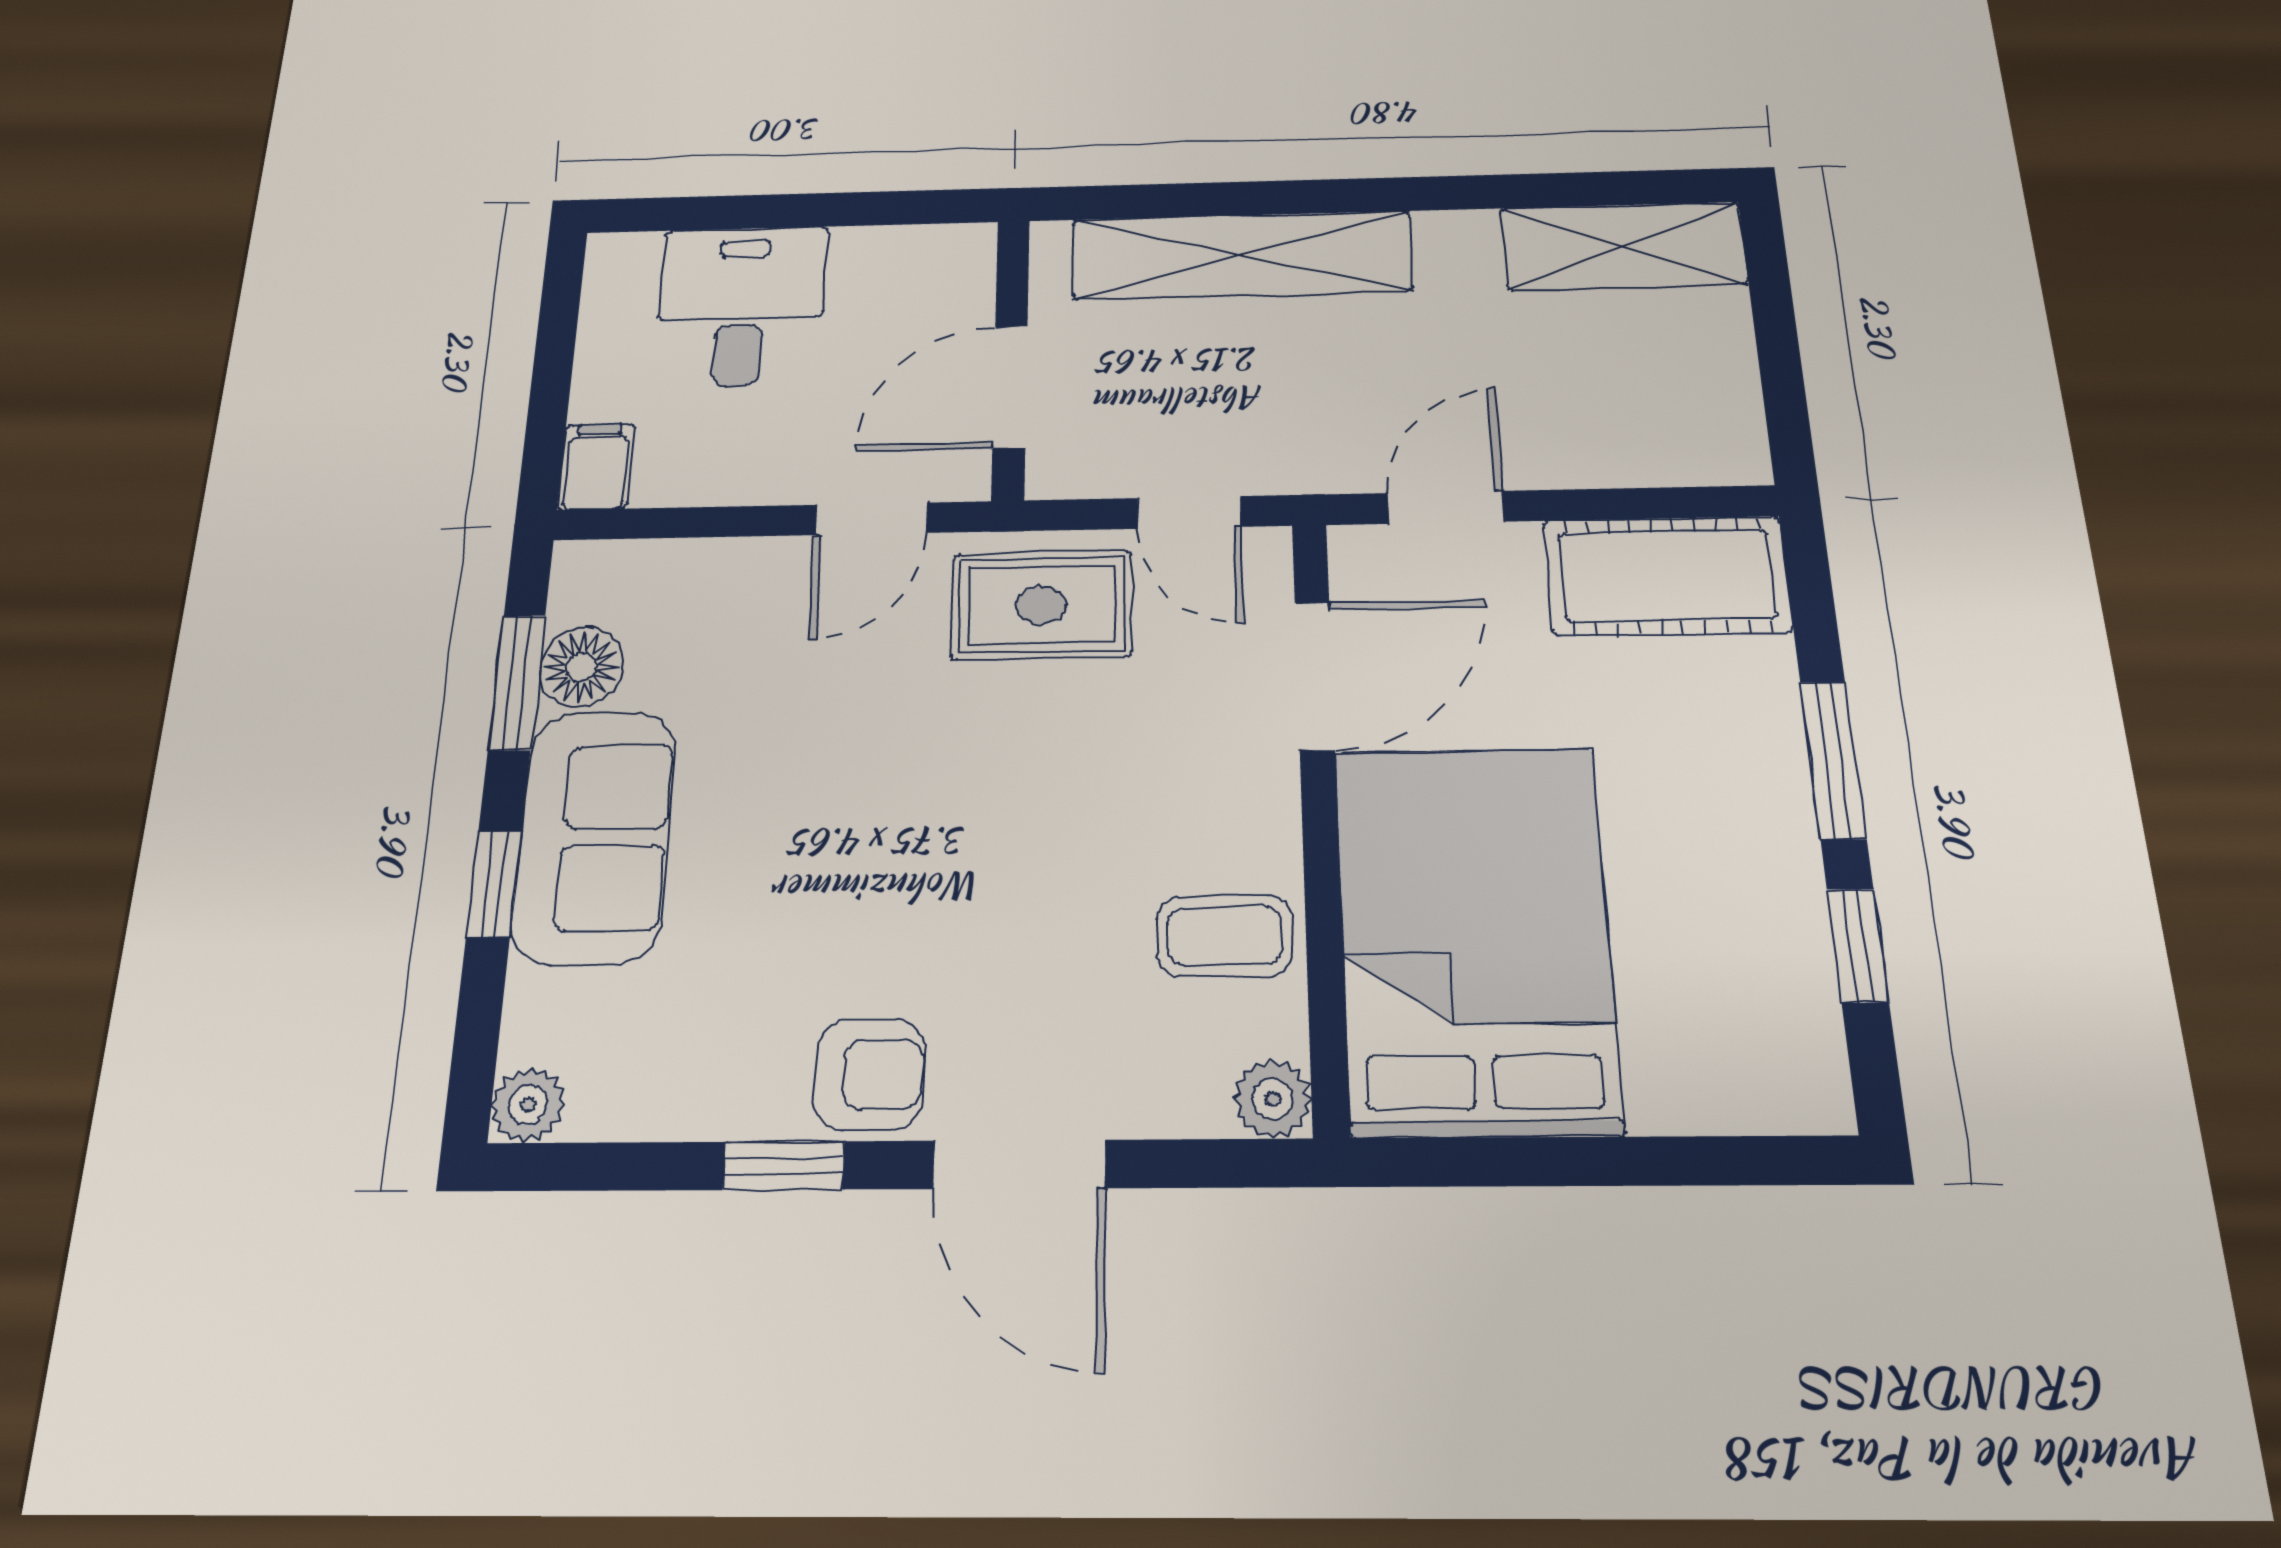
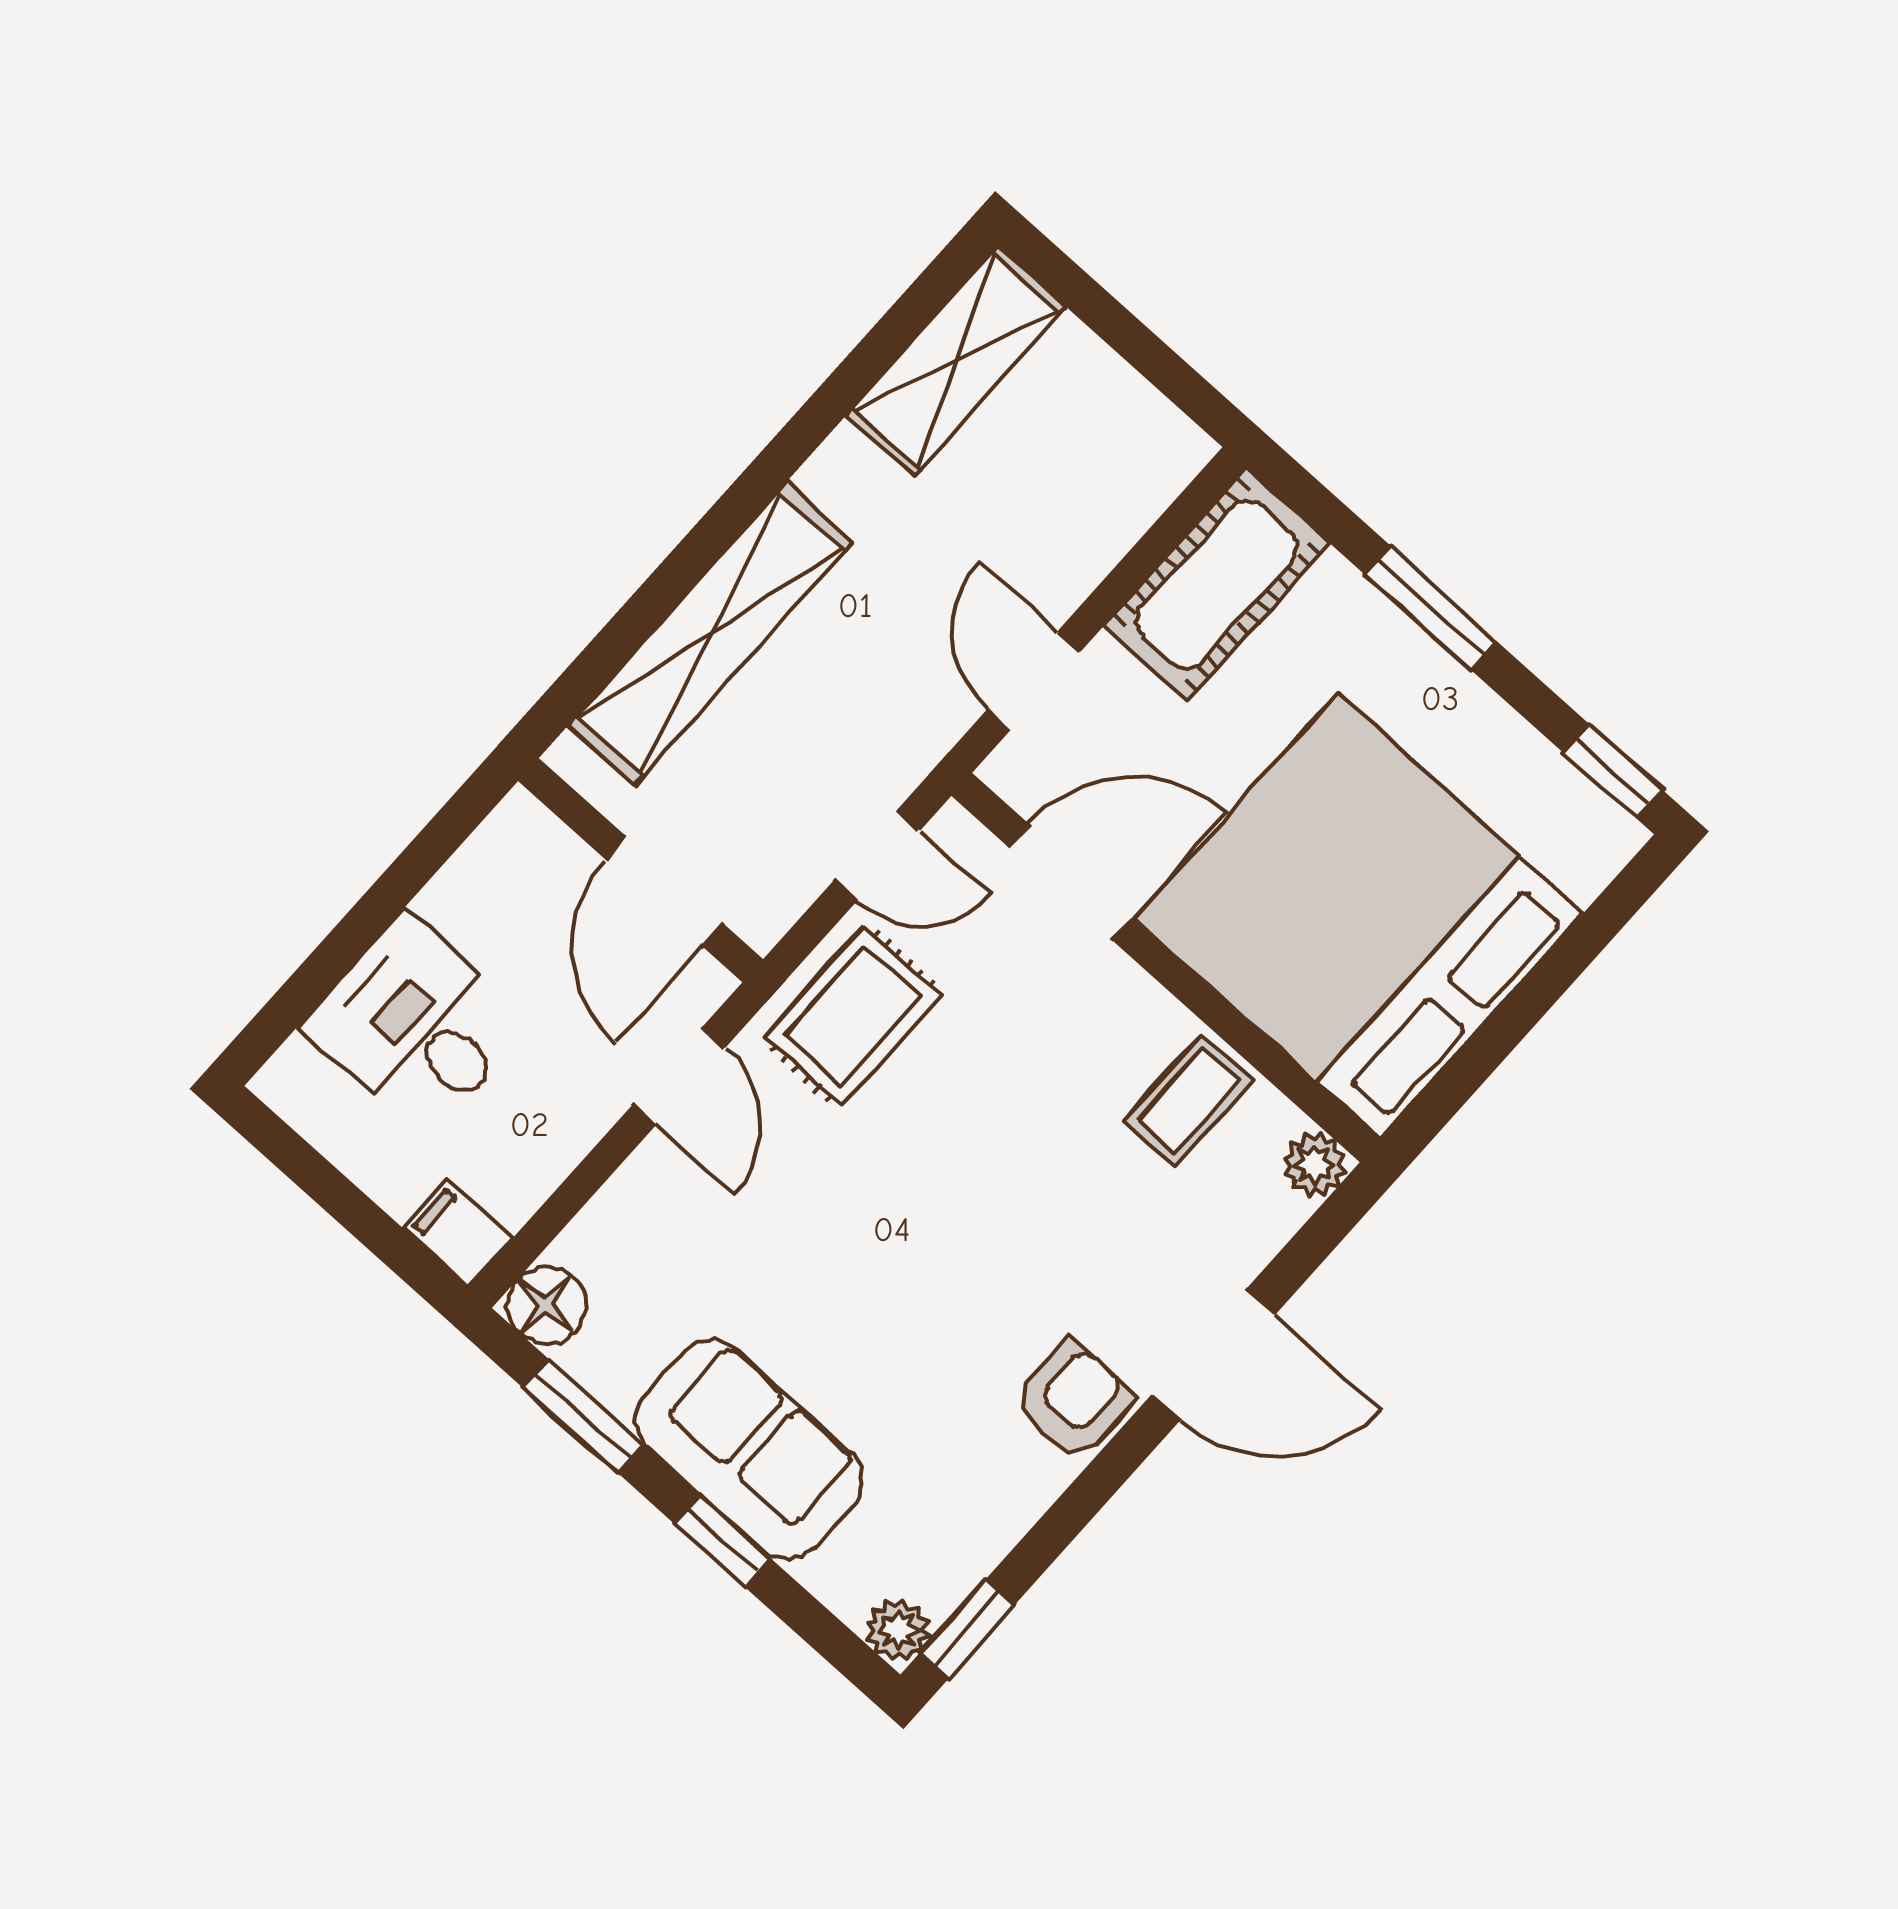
floor lamp: (581, 667) -> (547, 1305), moved
door: (1315, 676) -> (1071, 882), hinge flipped
bed: (1475, 938) -> (1359, 916), width x1.36
window: (1858, 945) -> (1613, 772), moved
window: (784, 1166) -> (967, 1629), moved

